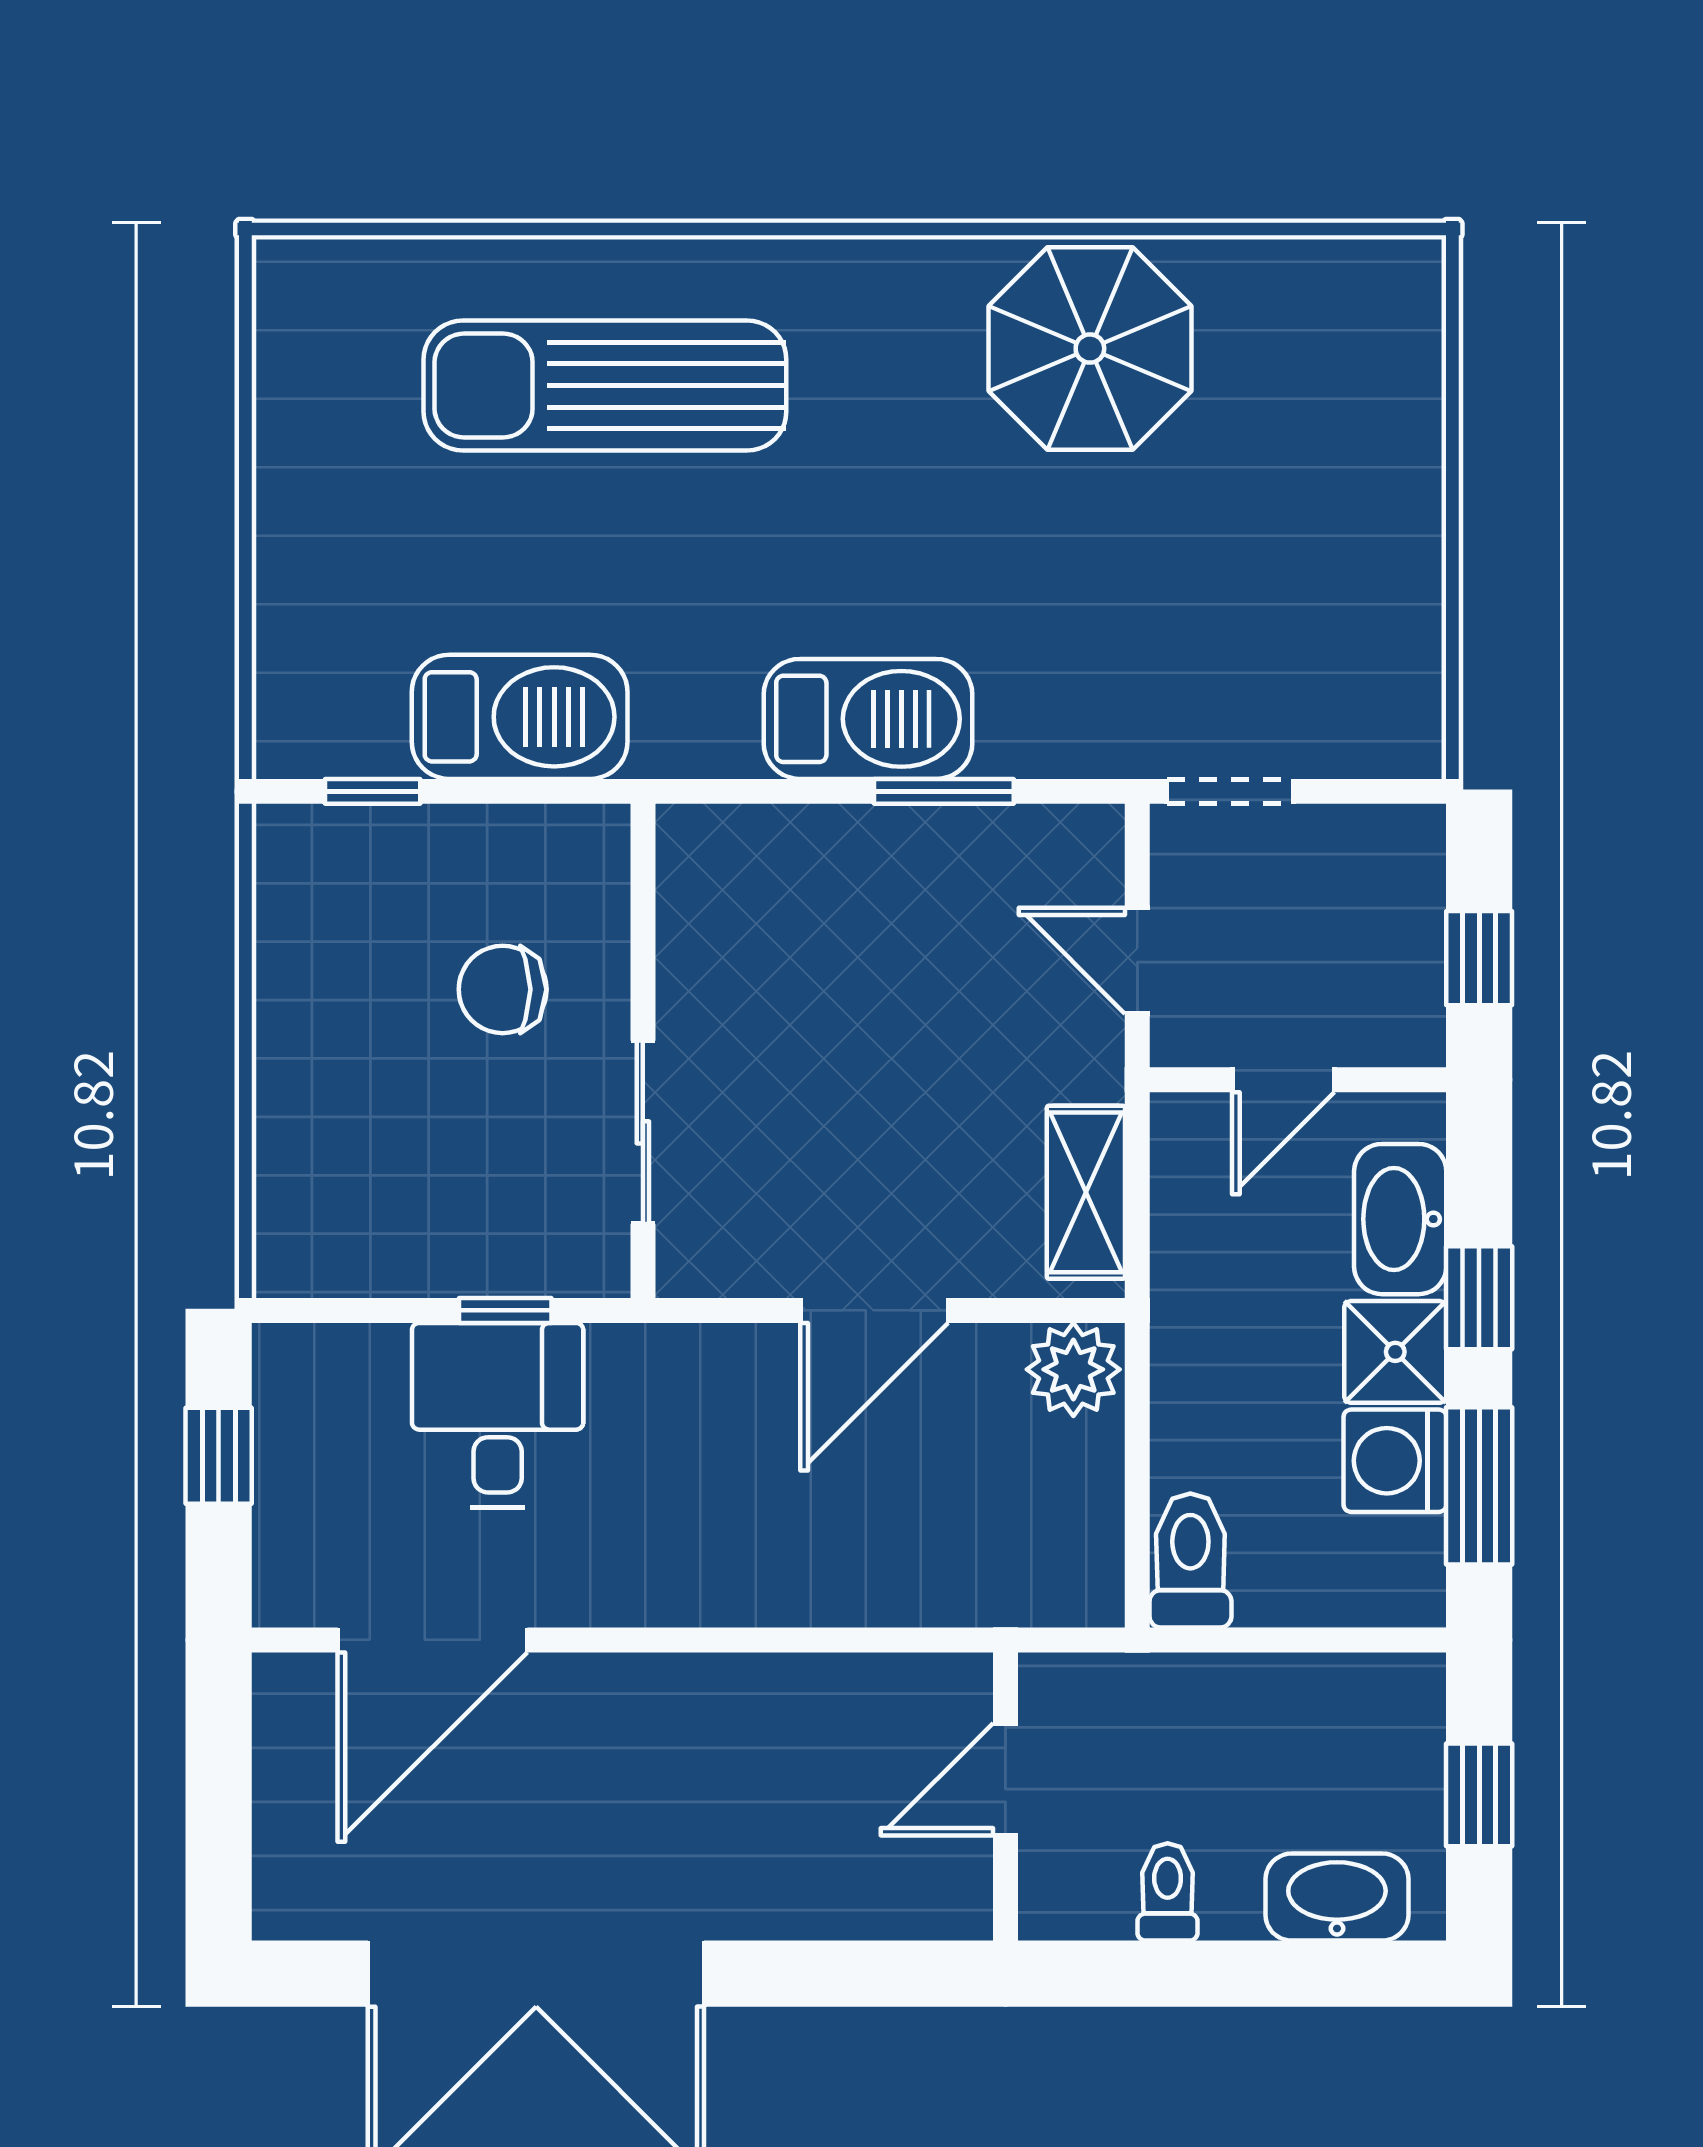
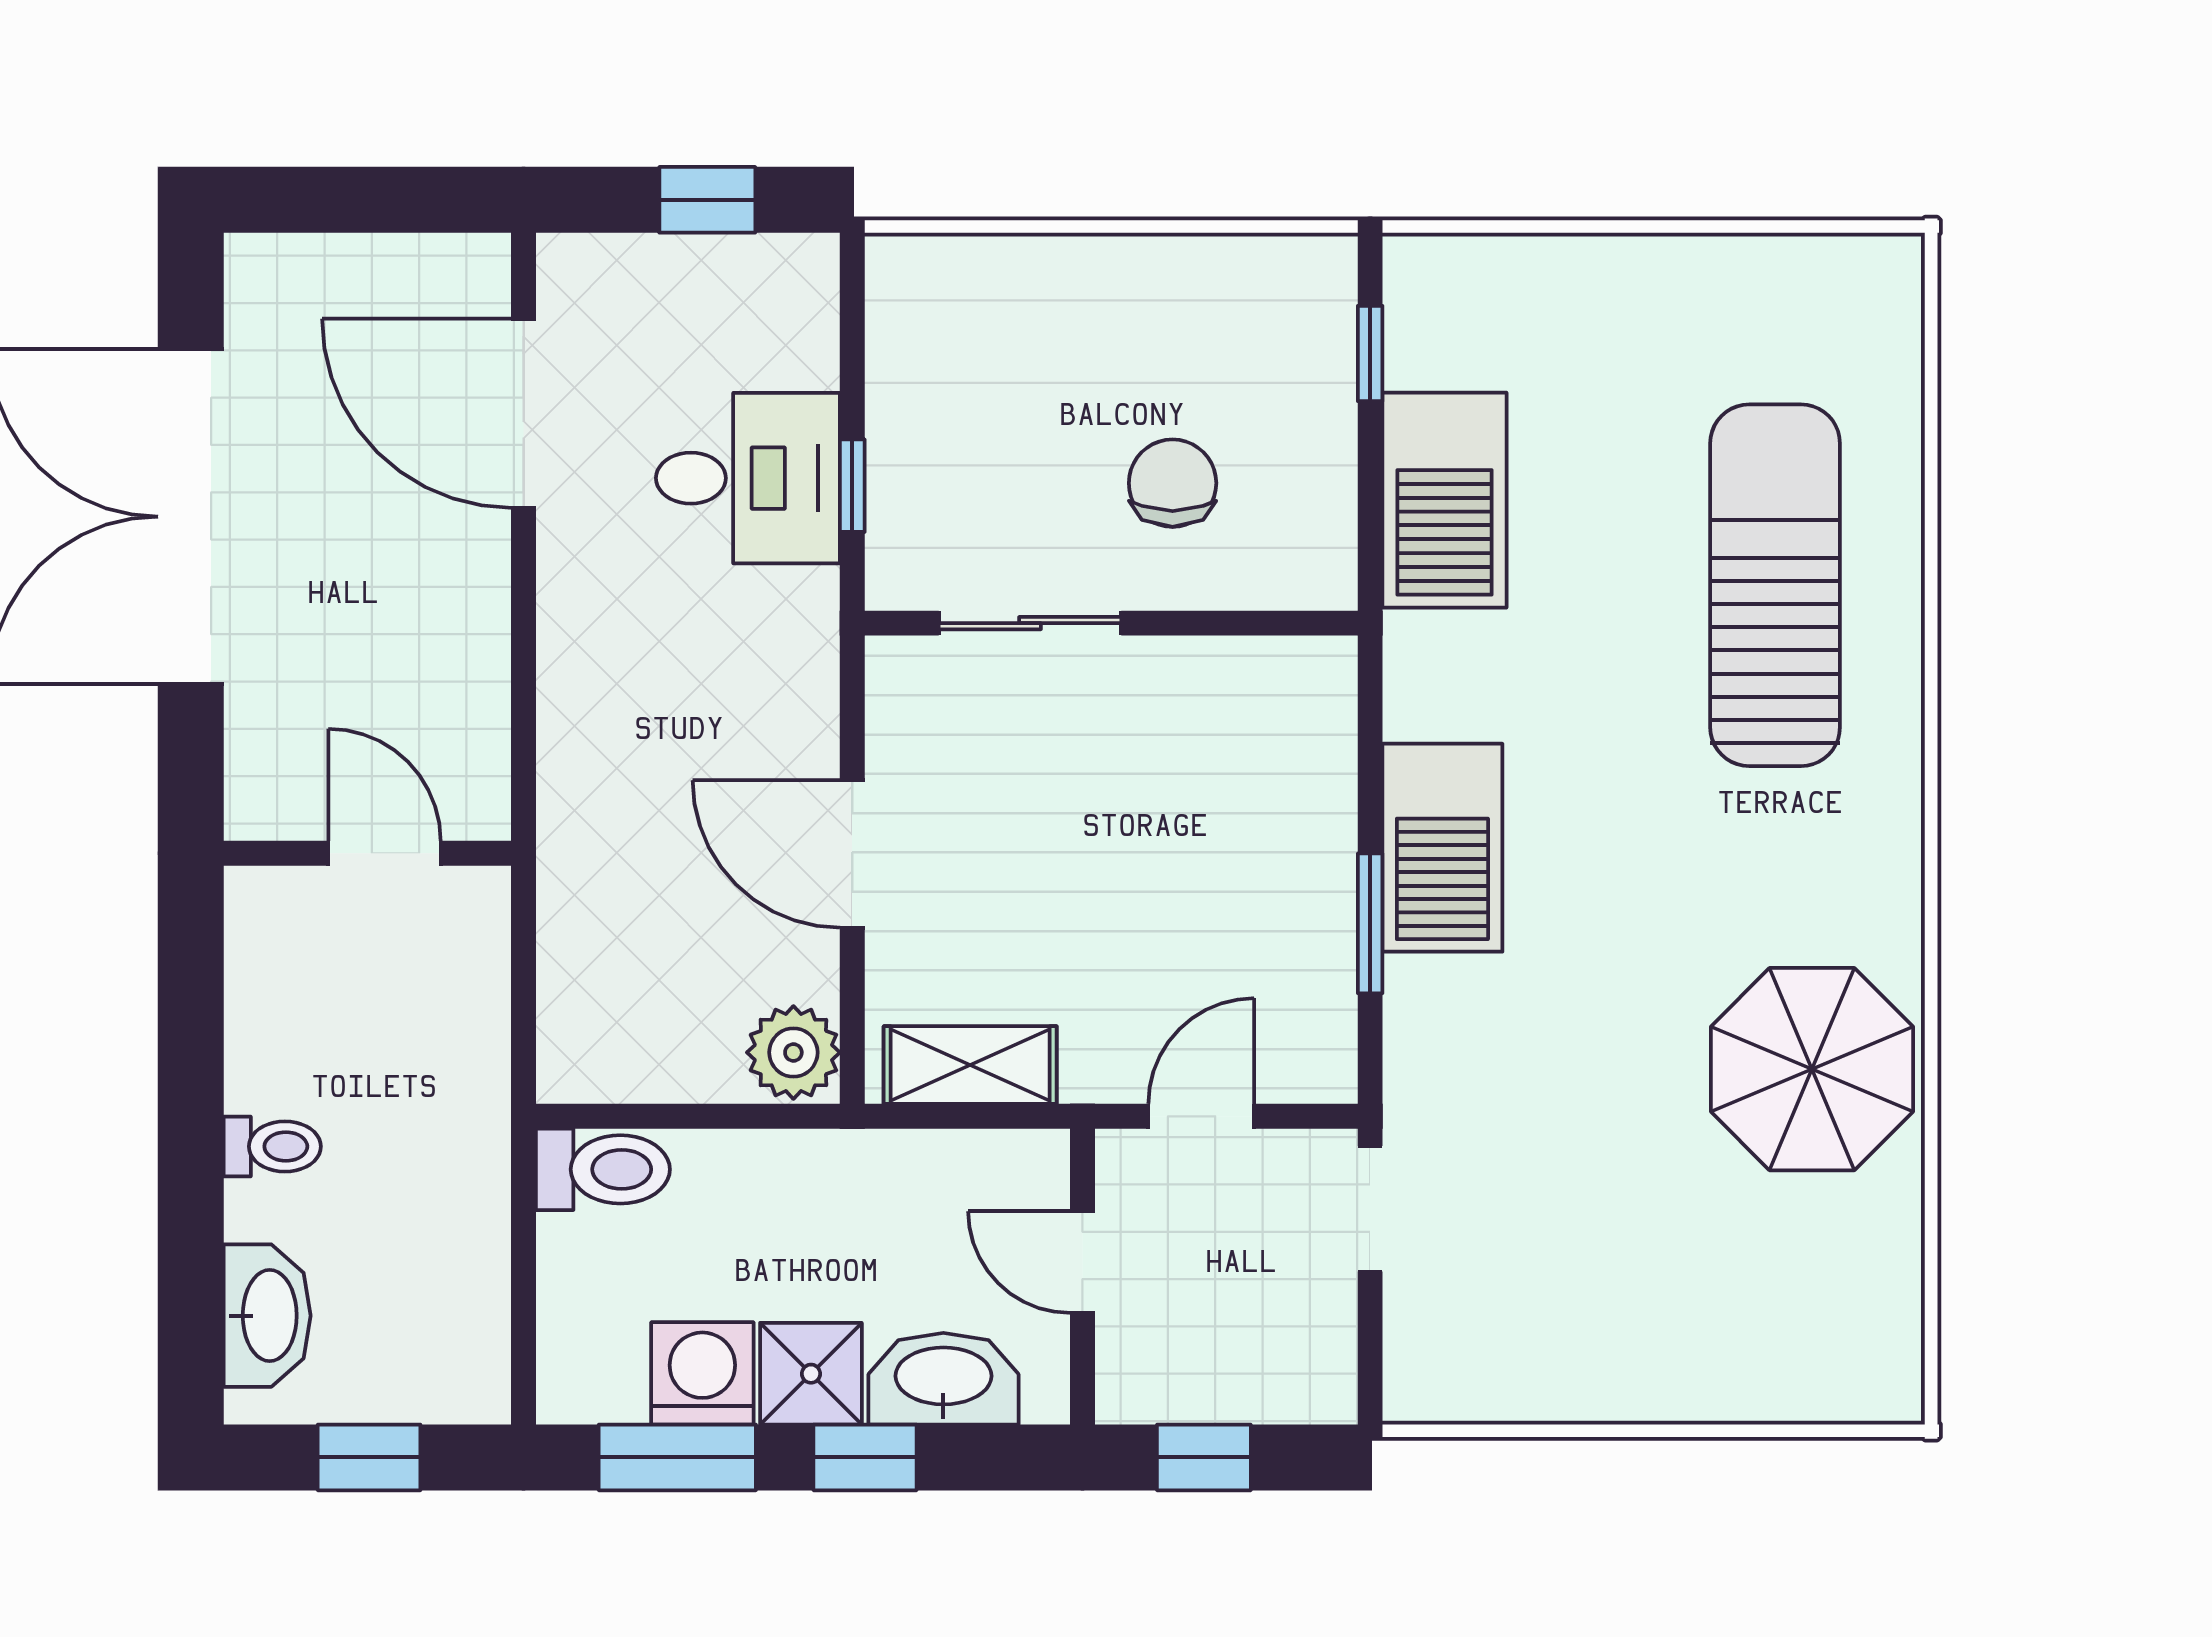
door: (1005, 1779) -> (385, 853), moved
wall: (1005, 1797) -> (367, 853), moved

